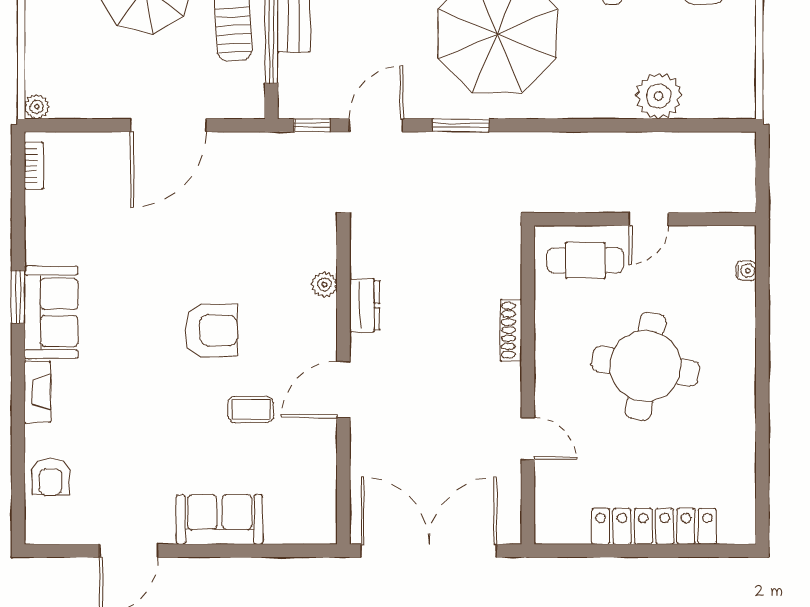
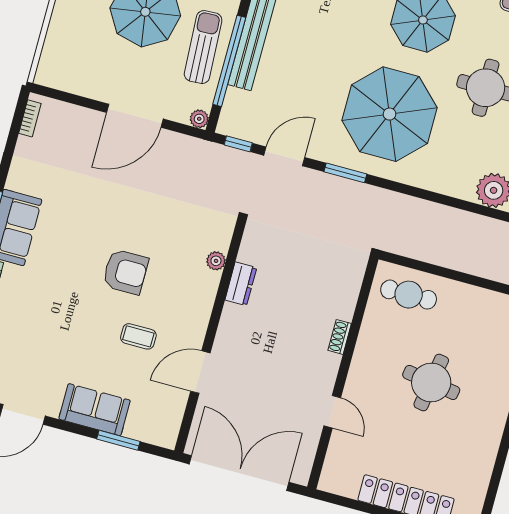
plant: (37, 107) -> (199, 119), moved
door: (649, 219) -> (462, 277), removed
shoe rack: (511, 330) -> (340, 337), width x0.70
round table: (645, 366) -> (431, 382), width x0.73, depth x0.73
door: (343, 389) -> (200, 372), moved
window: (261, 551) -> (118, 440), added

